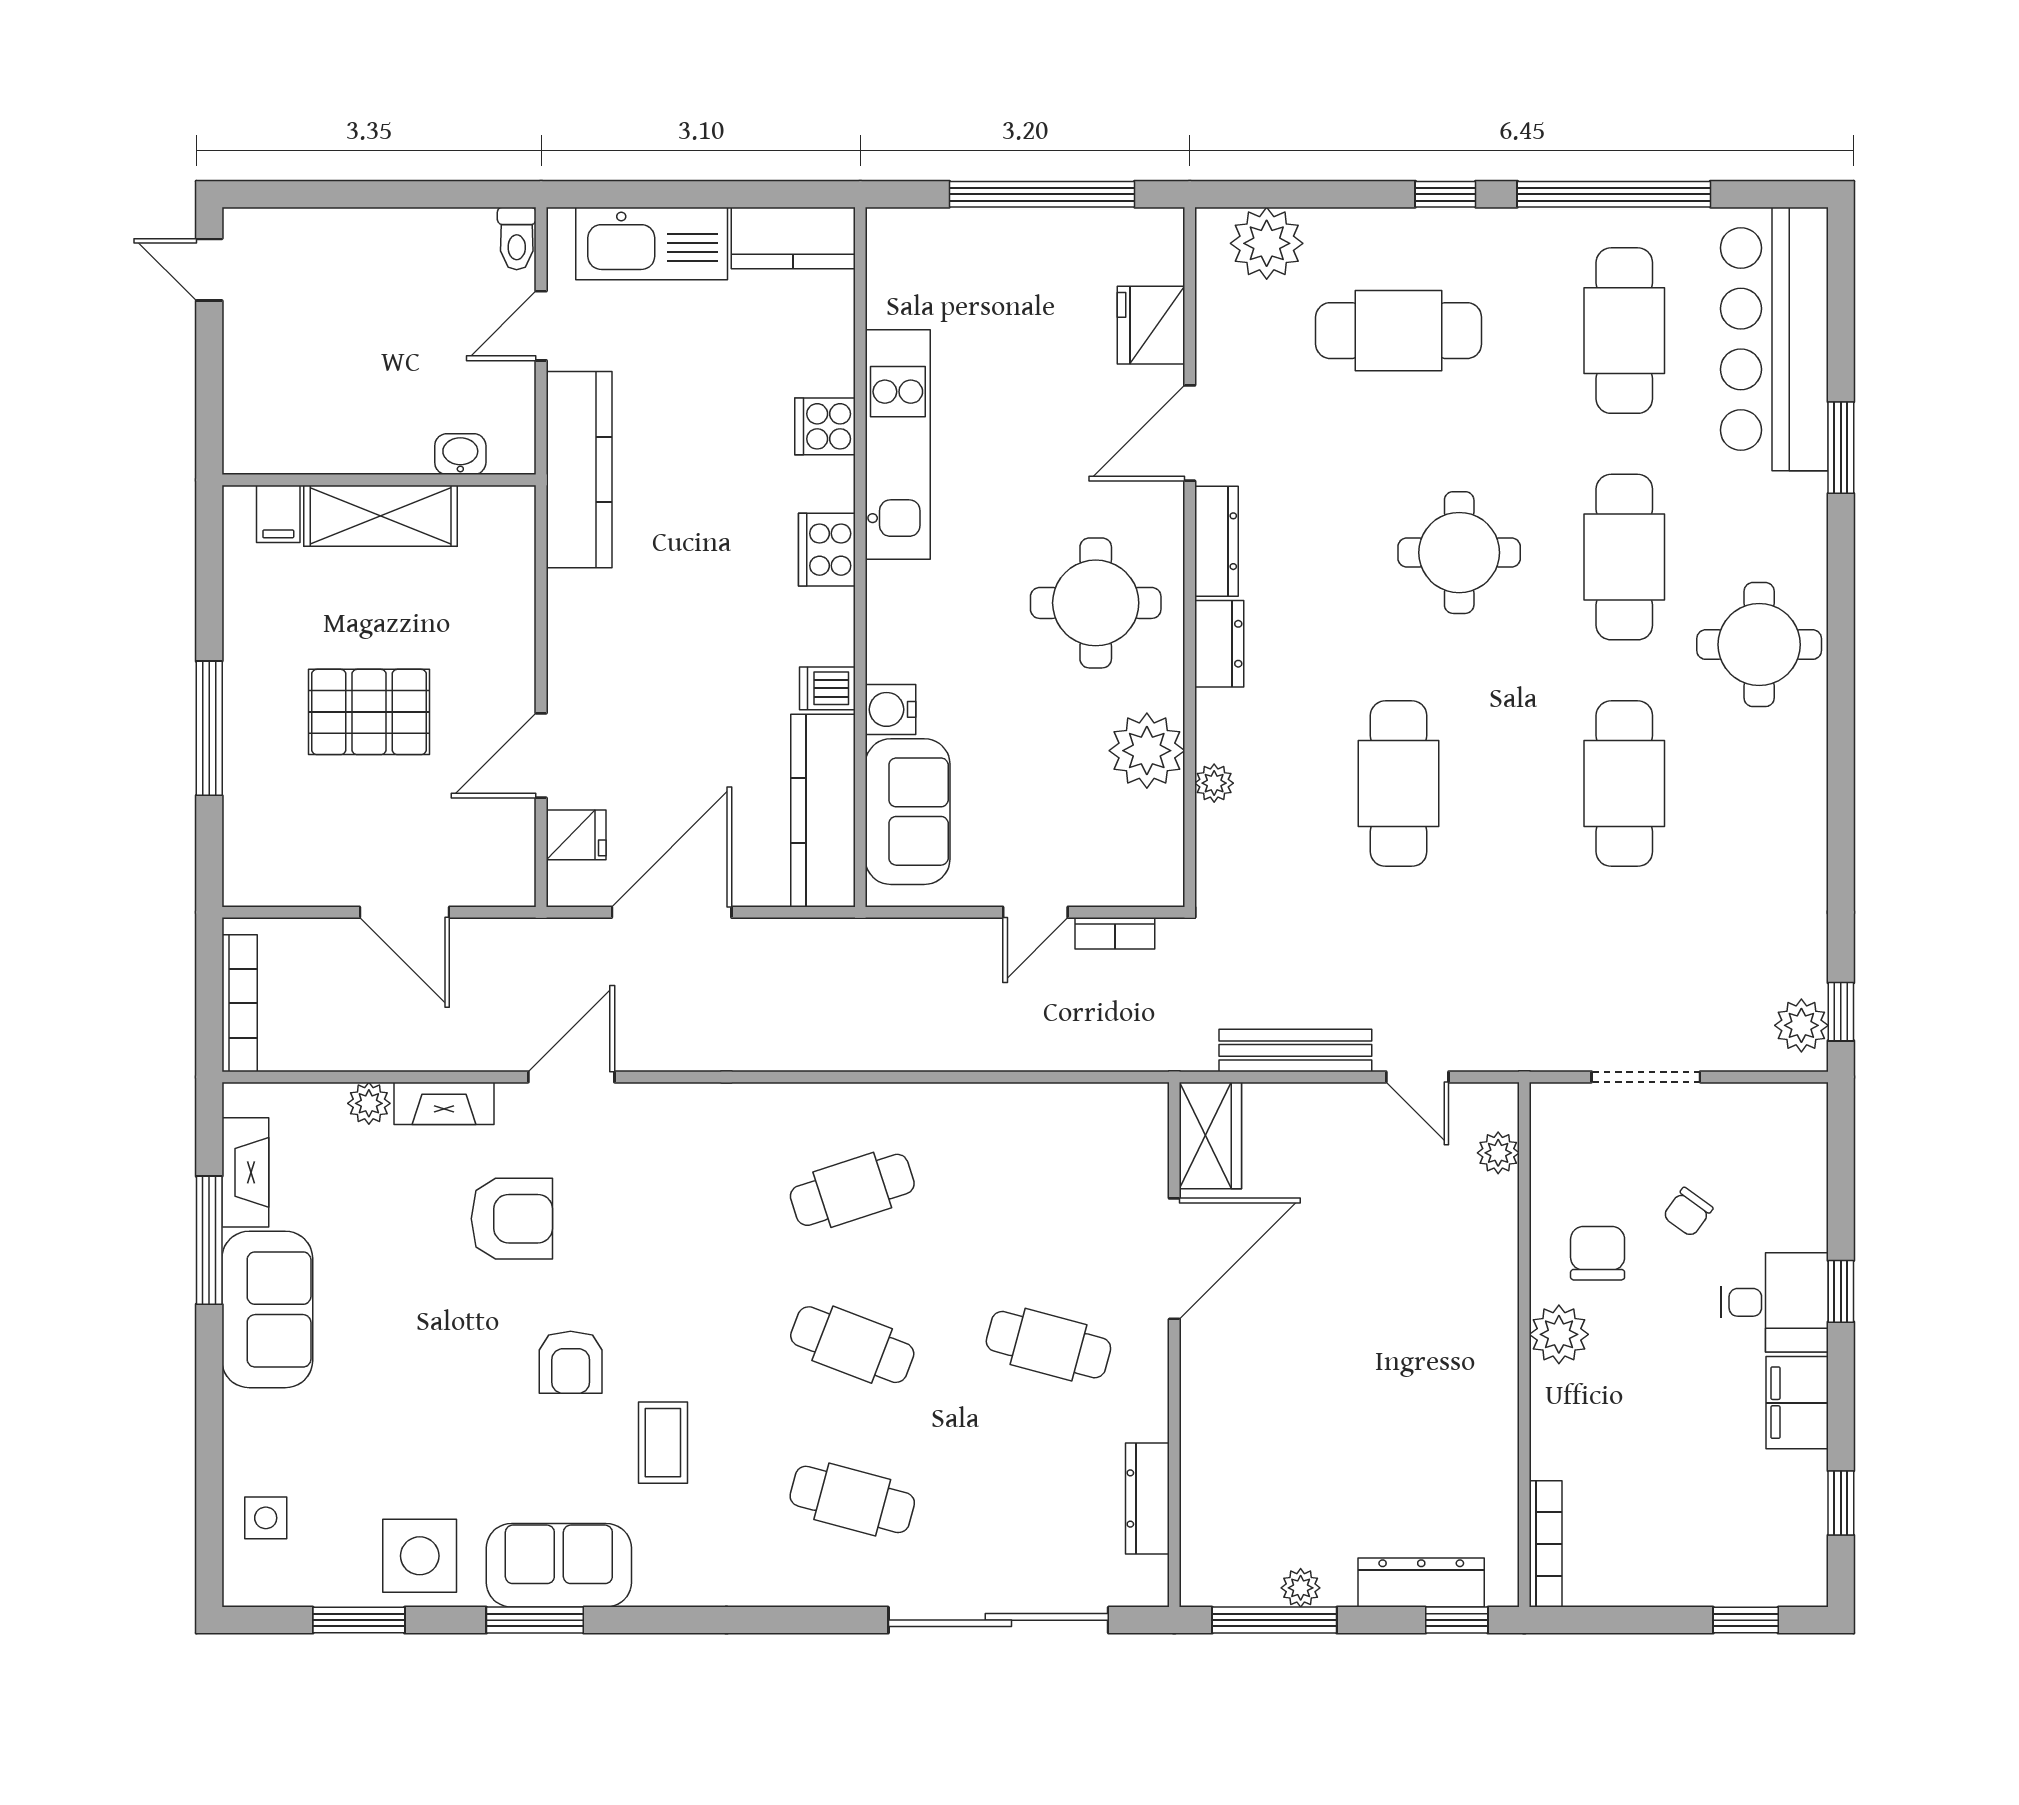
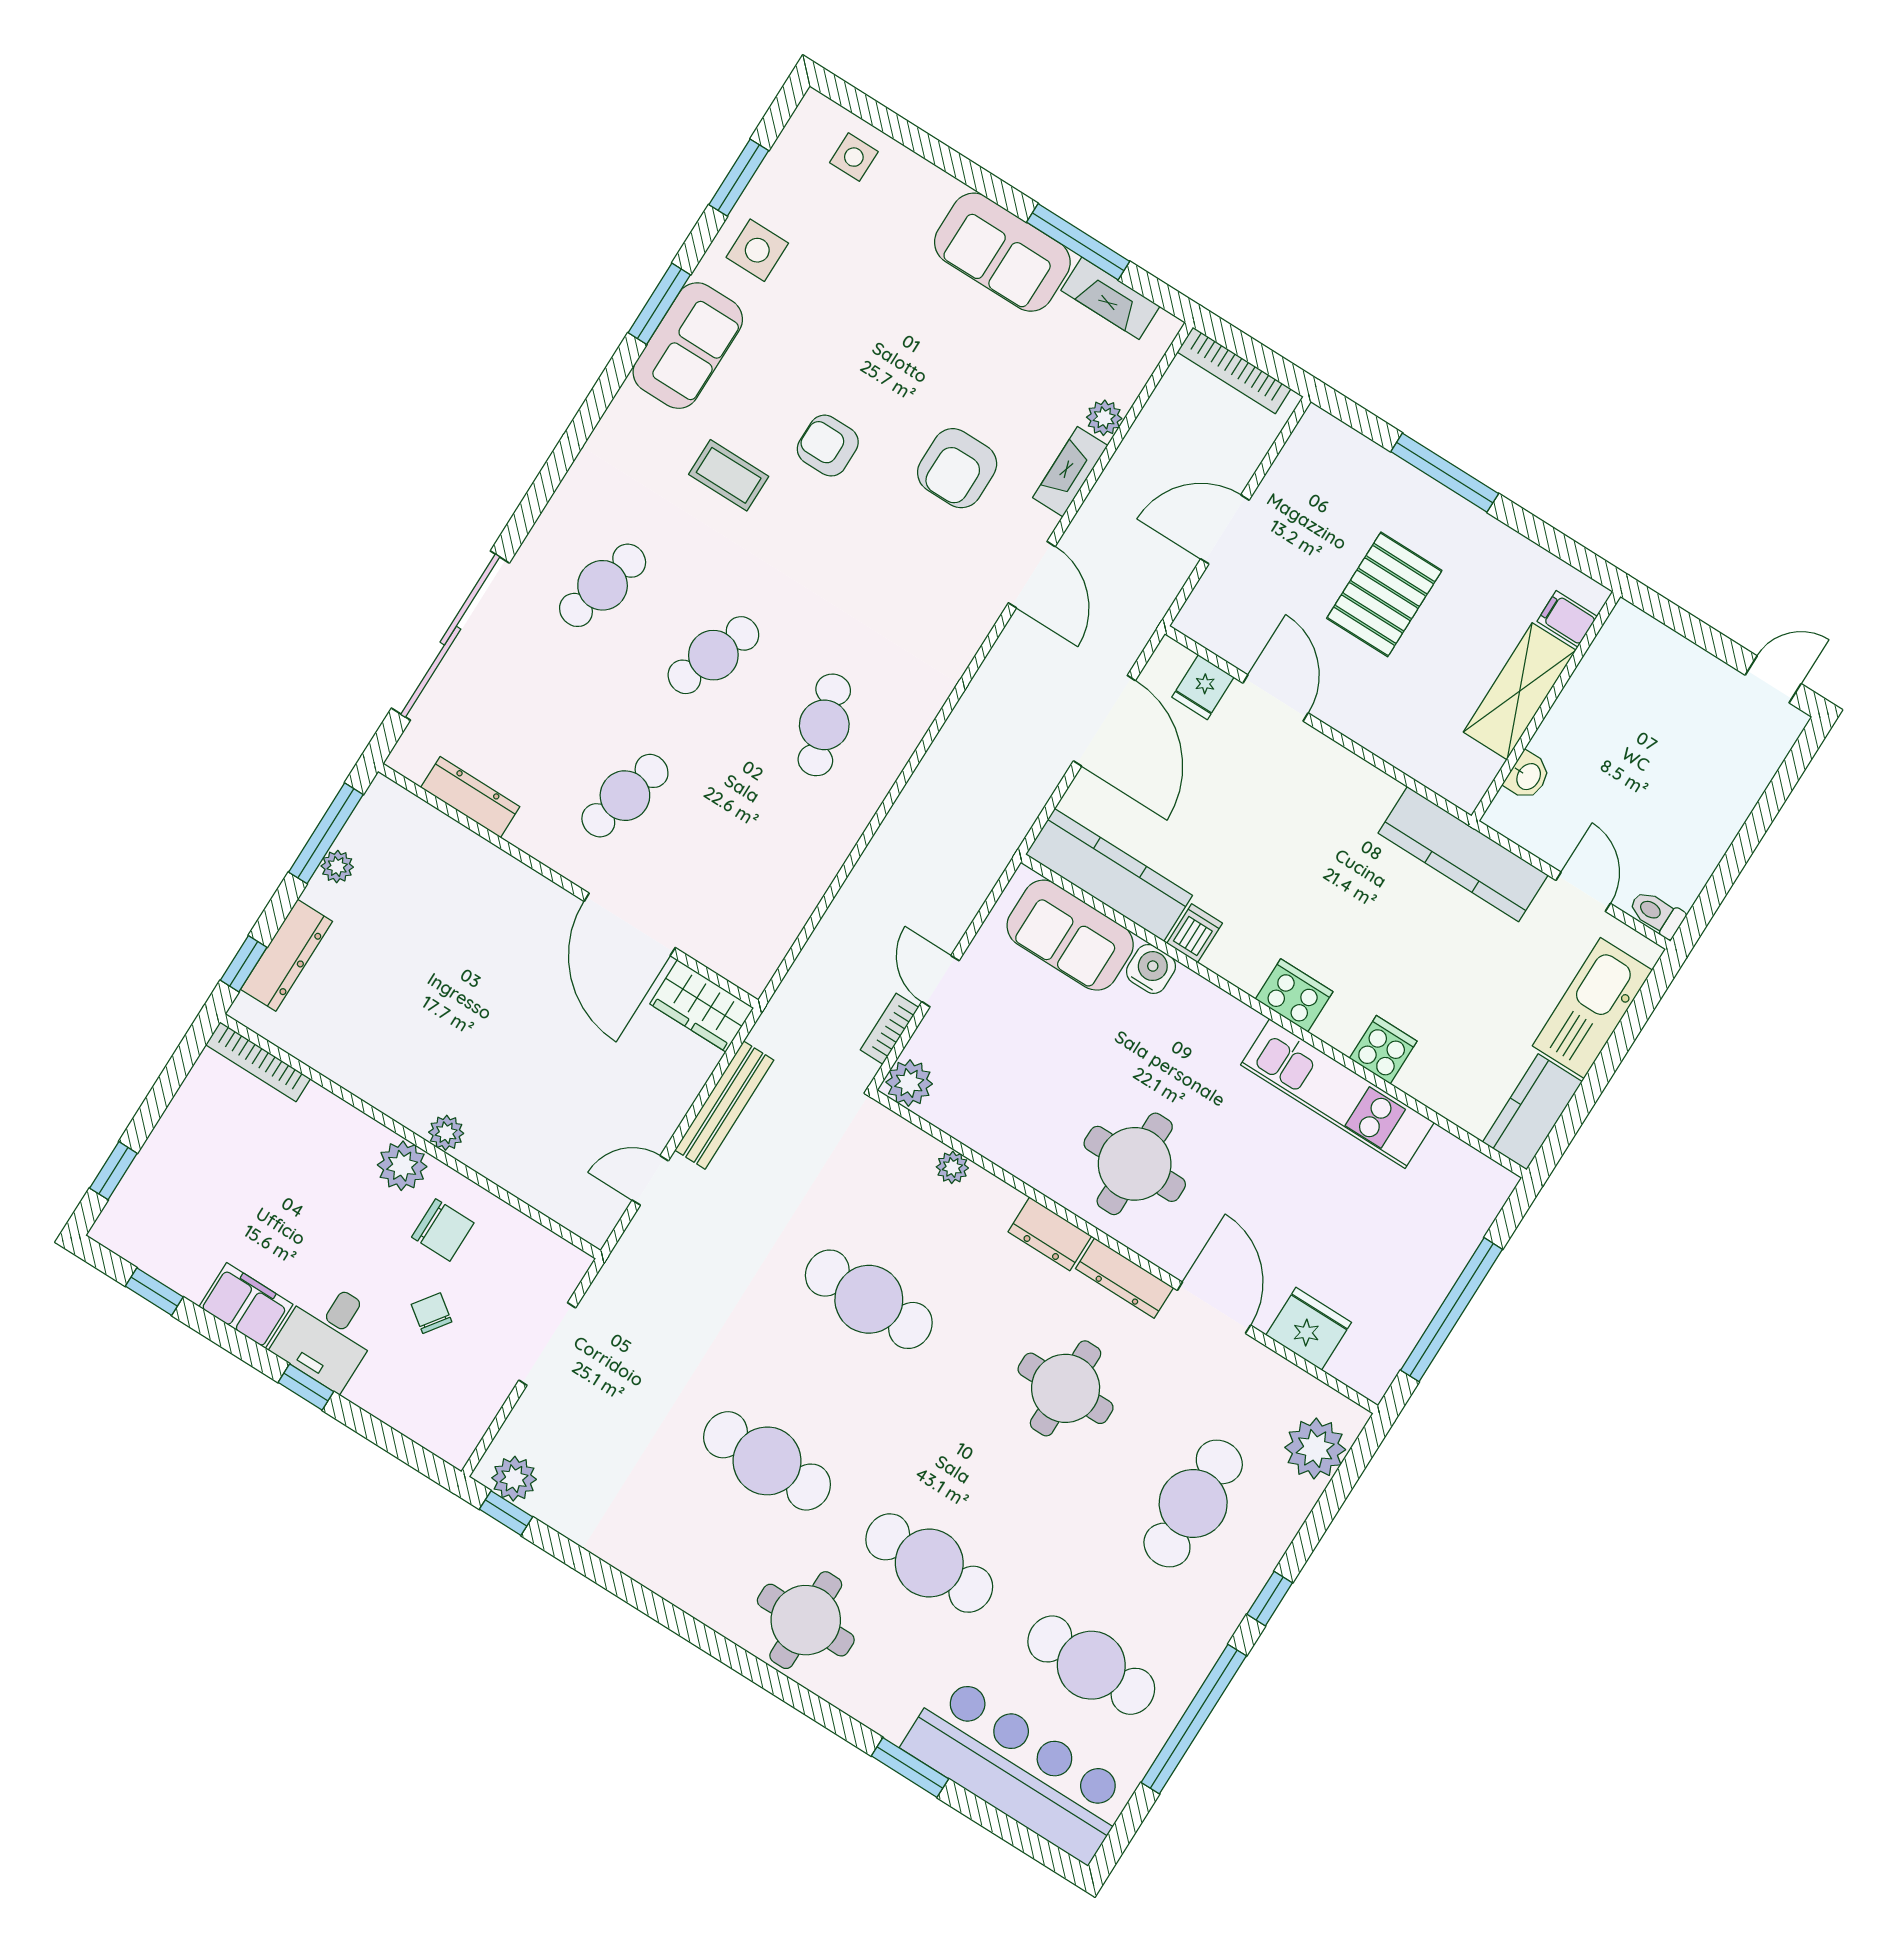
round table: (1459, 553) -> (1066, 1388), moved
plant: (1147, 751) -> (909, 1083), moved, width x0.73, depth x0.73
plant: (1498, 1153) -> (446, 1133), moved
side table: (420, 1556) -> (757, 250), width x0.73, depth x0.73

